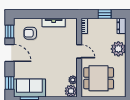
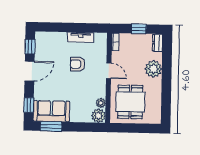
armchair: (30, 33) -> (78, 64), moved
door: (9, 53) -> (30, 71), hinge flipped
dining table: (99, 78) -> (130, 102), turned 90

